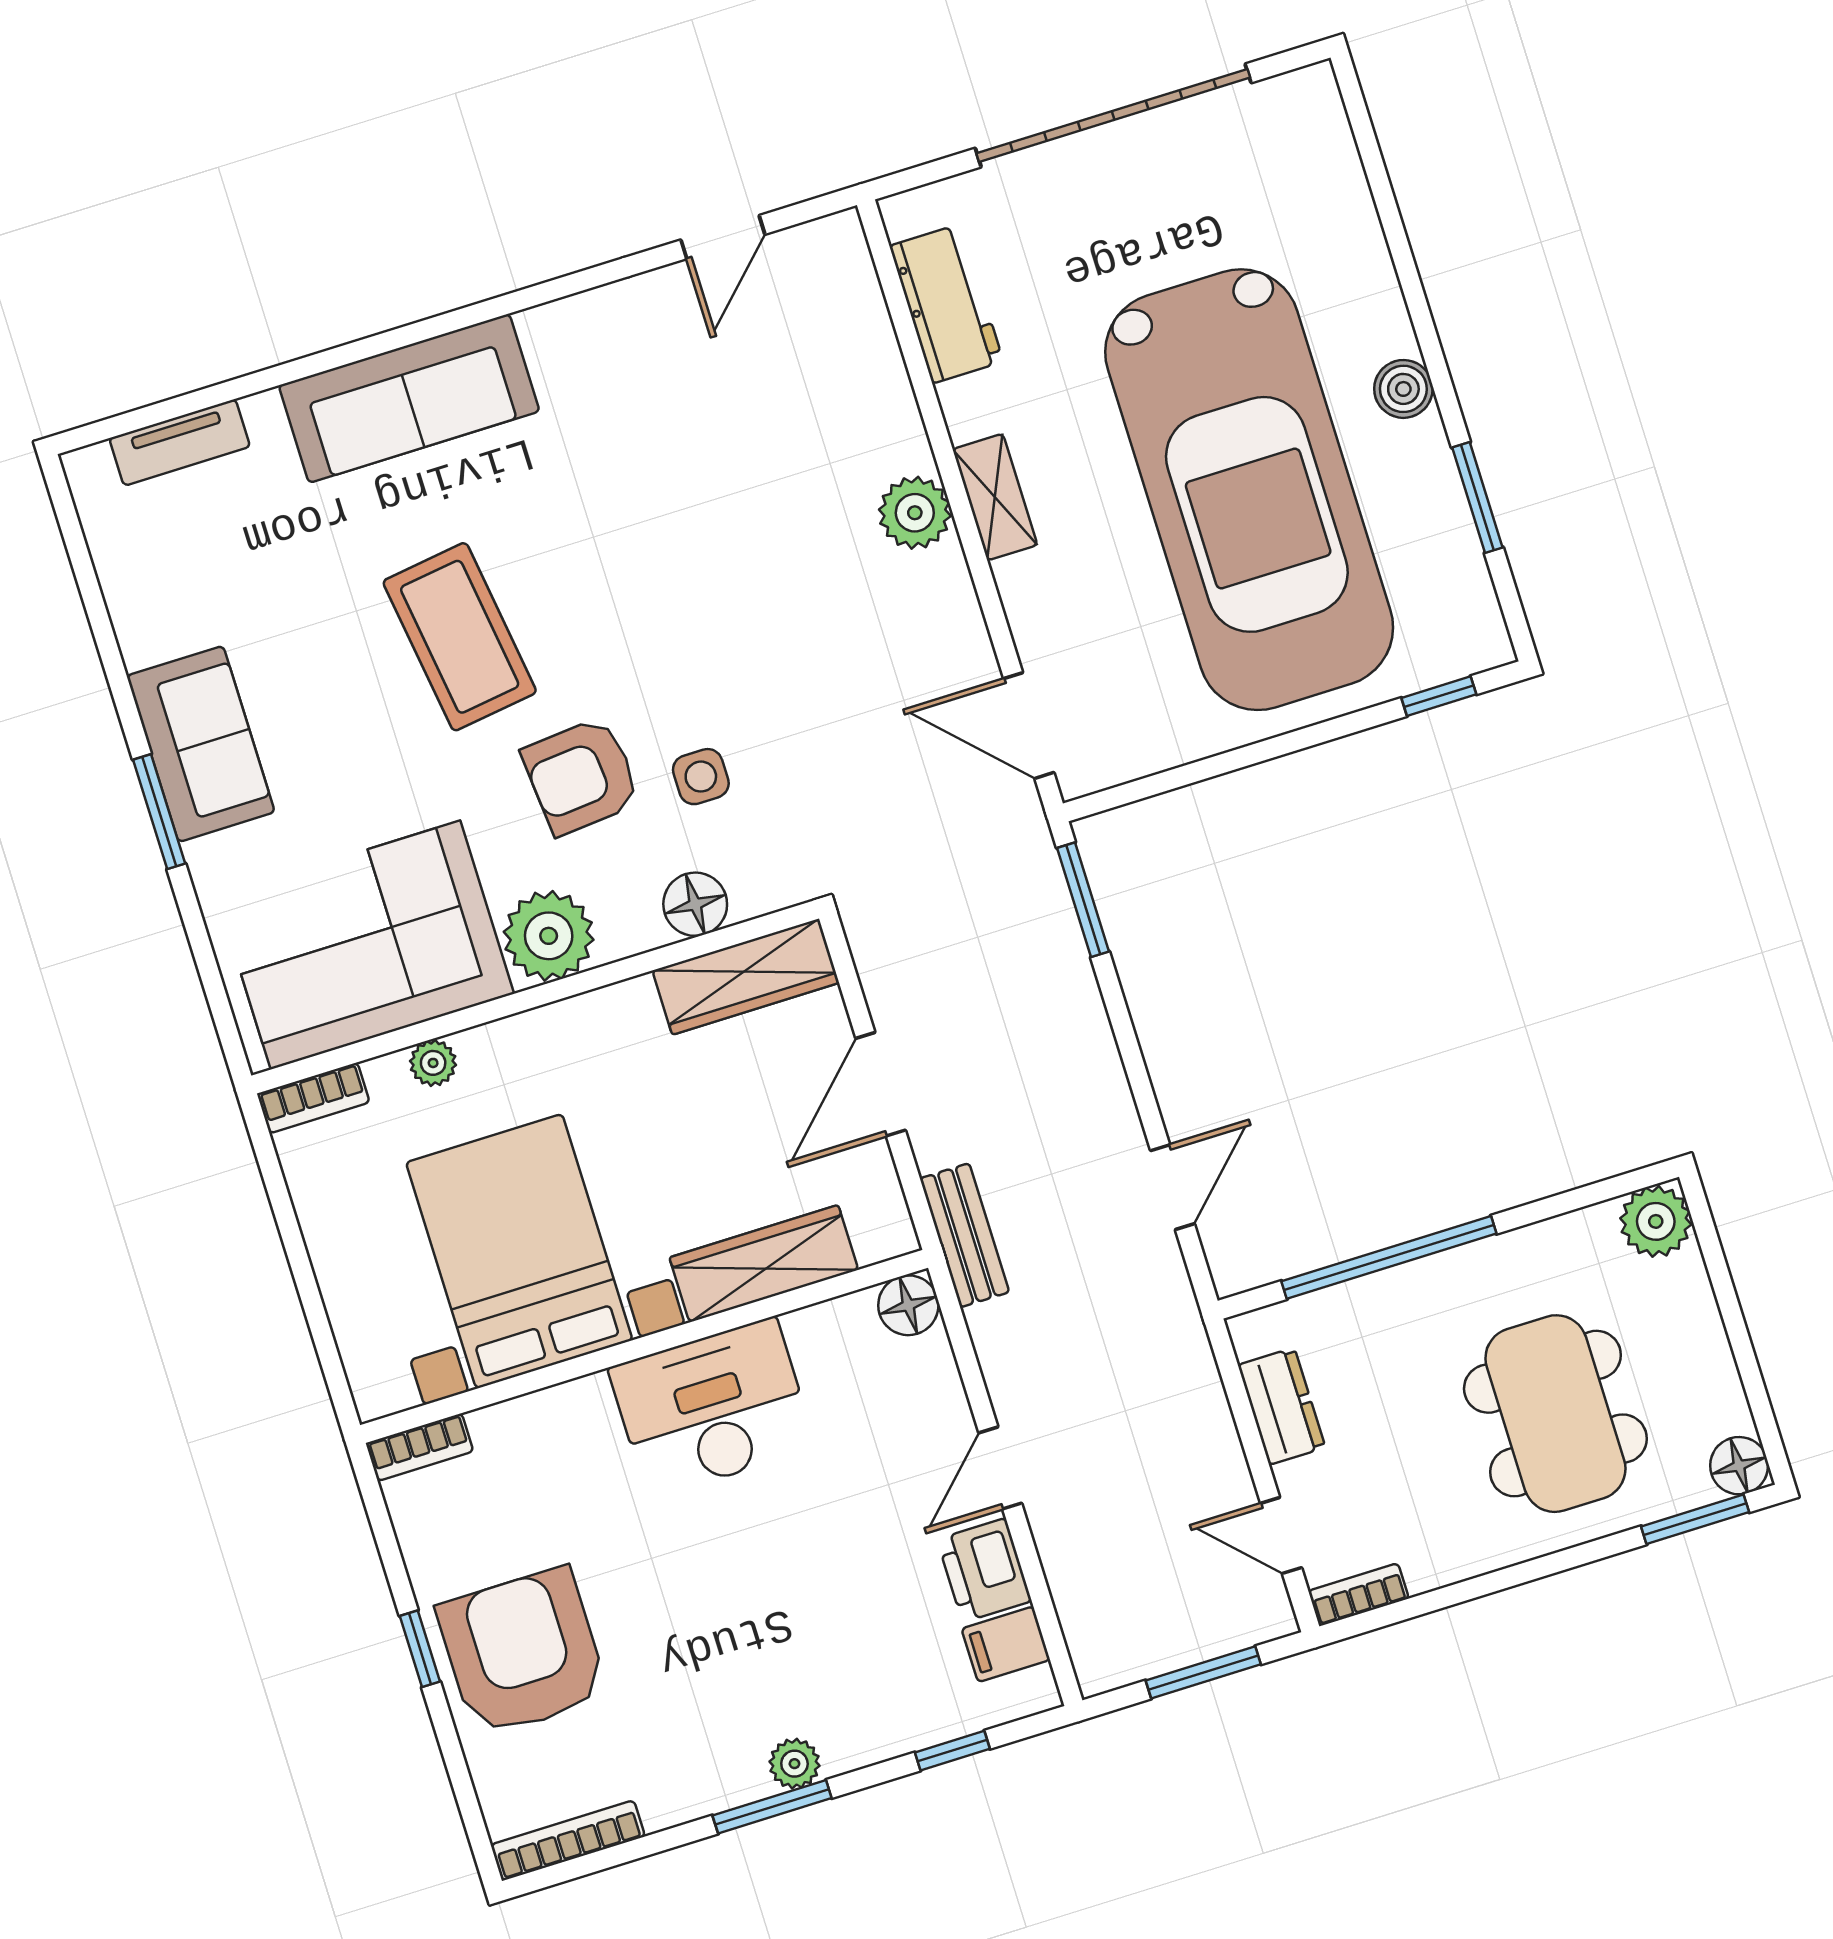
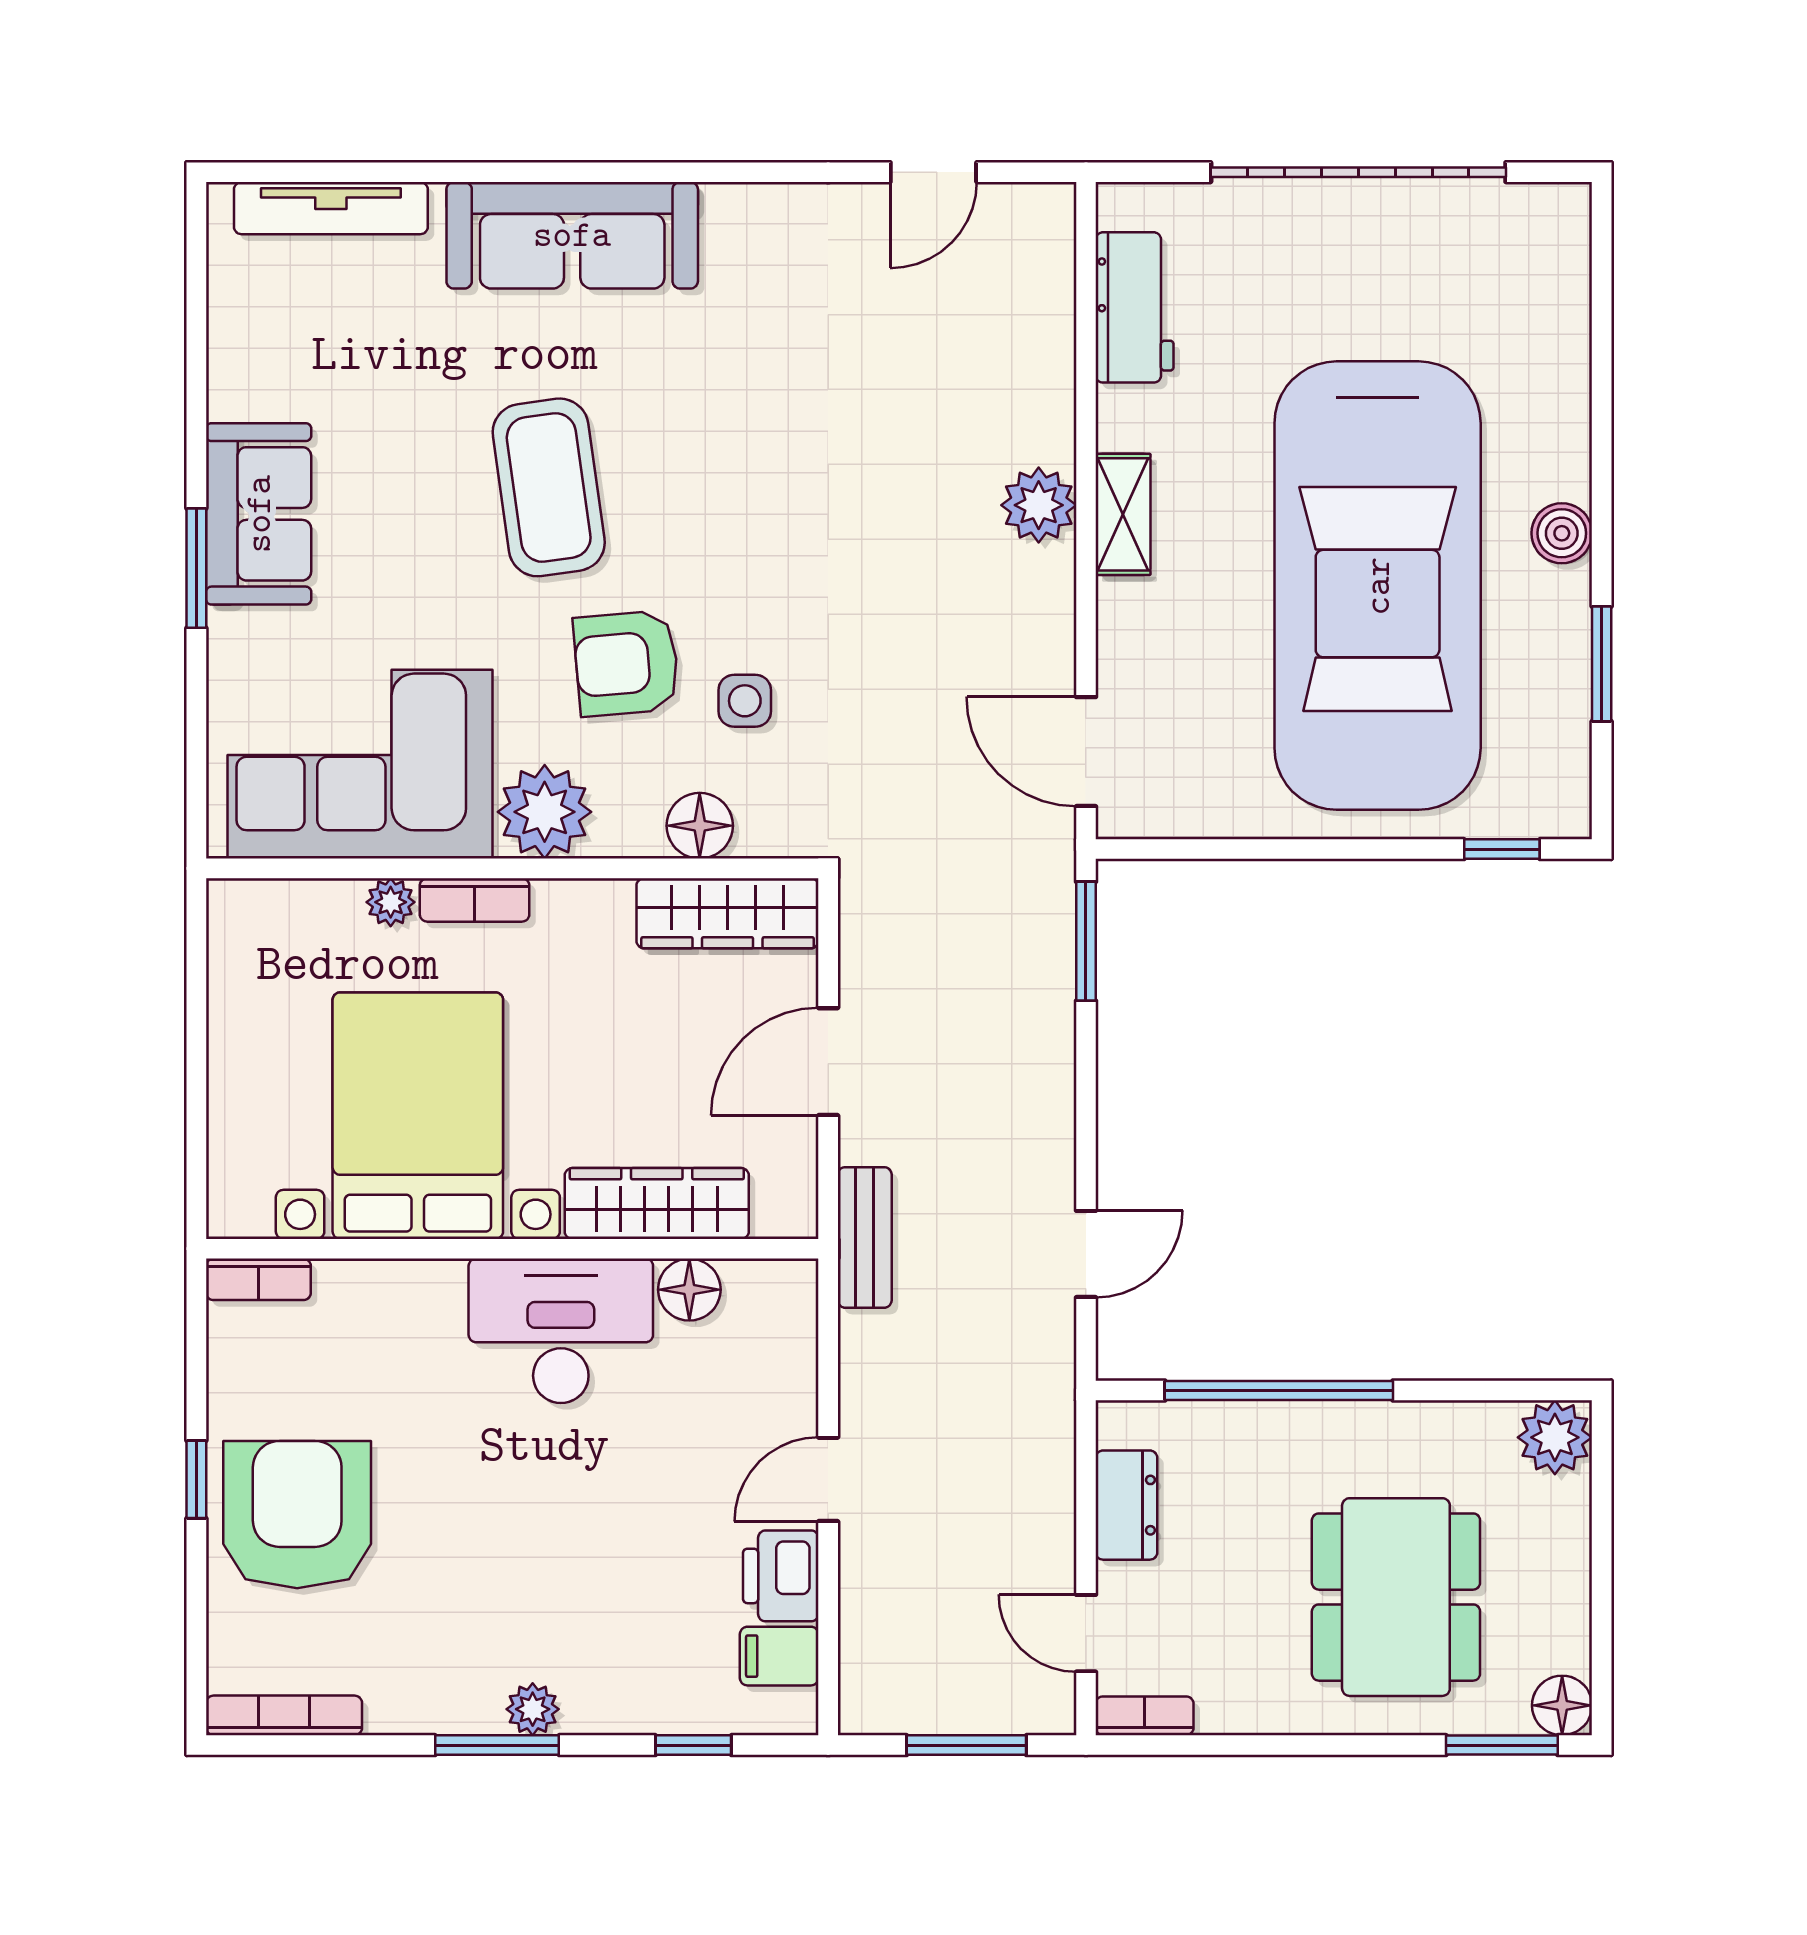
tv unit: (180, 442) -> (331, 208), width x1.41
bookcase: (313, 1098) -> (475, 900), moved
floor lamp: (908, 1305) -> (689, 1290), moved

